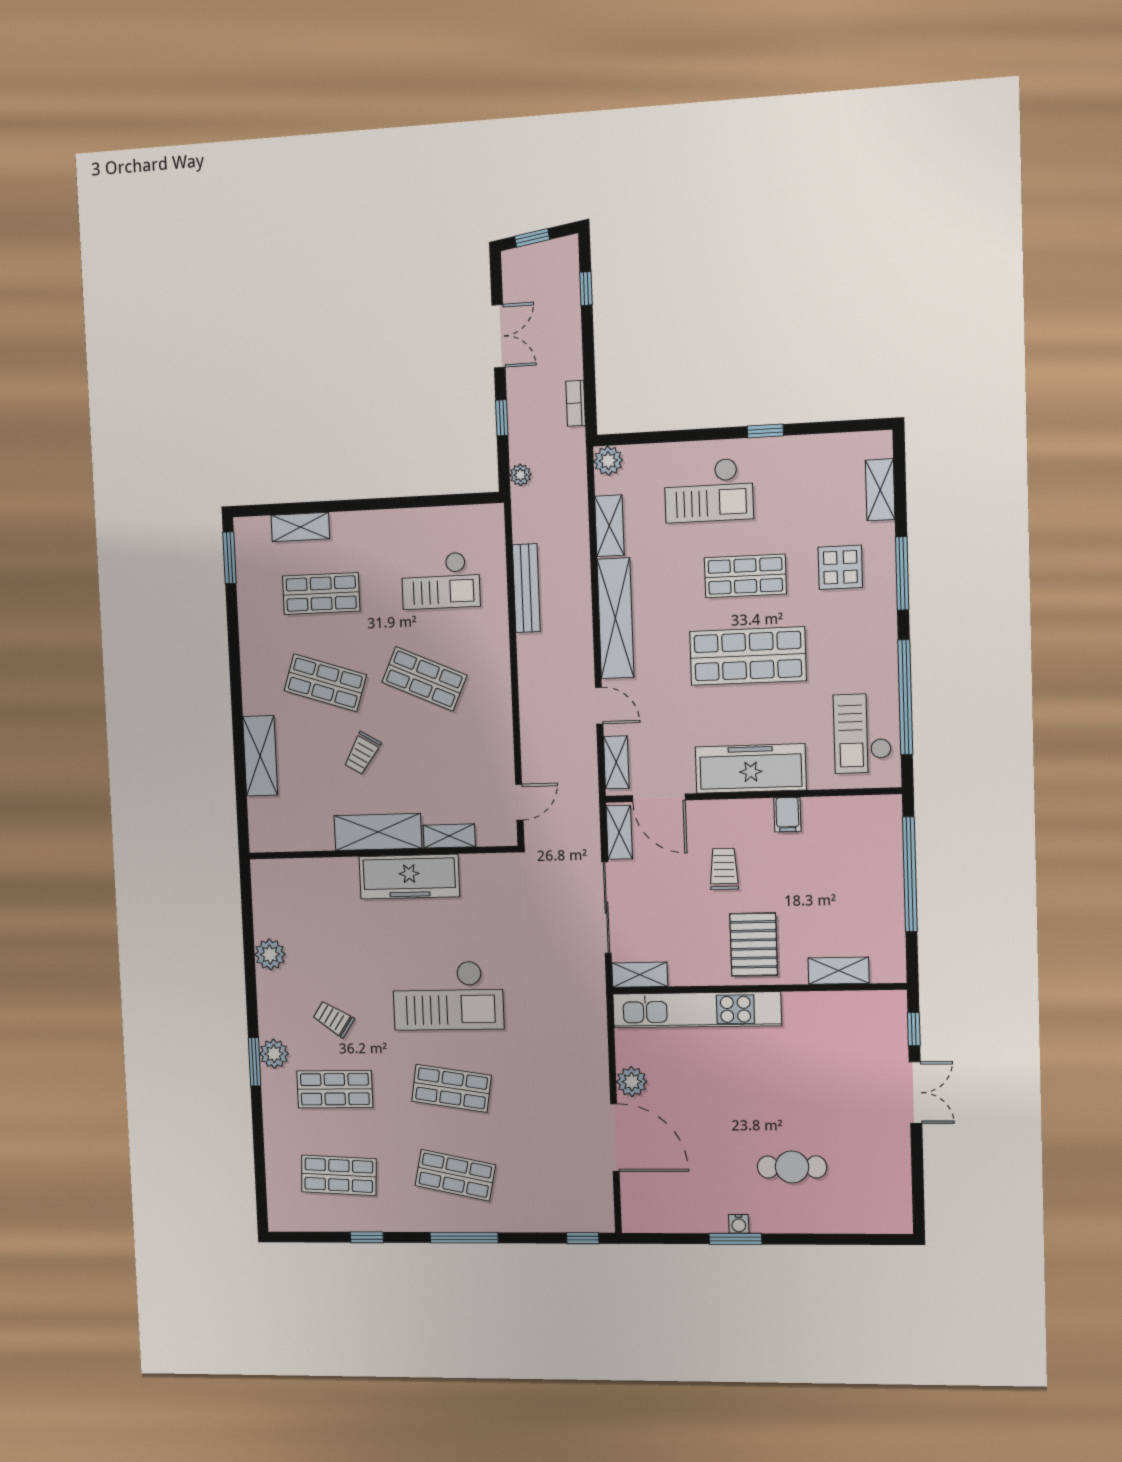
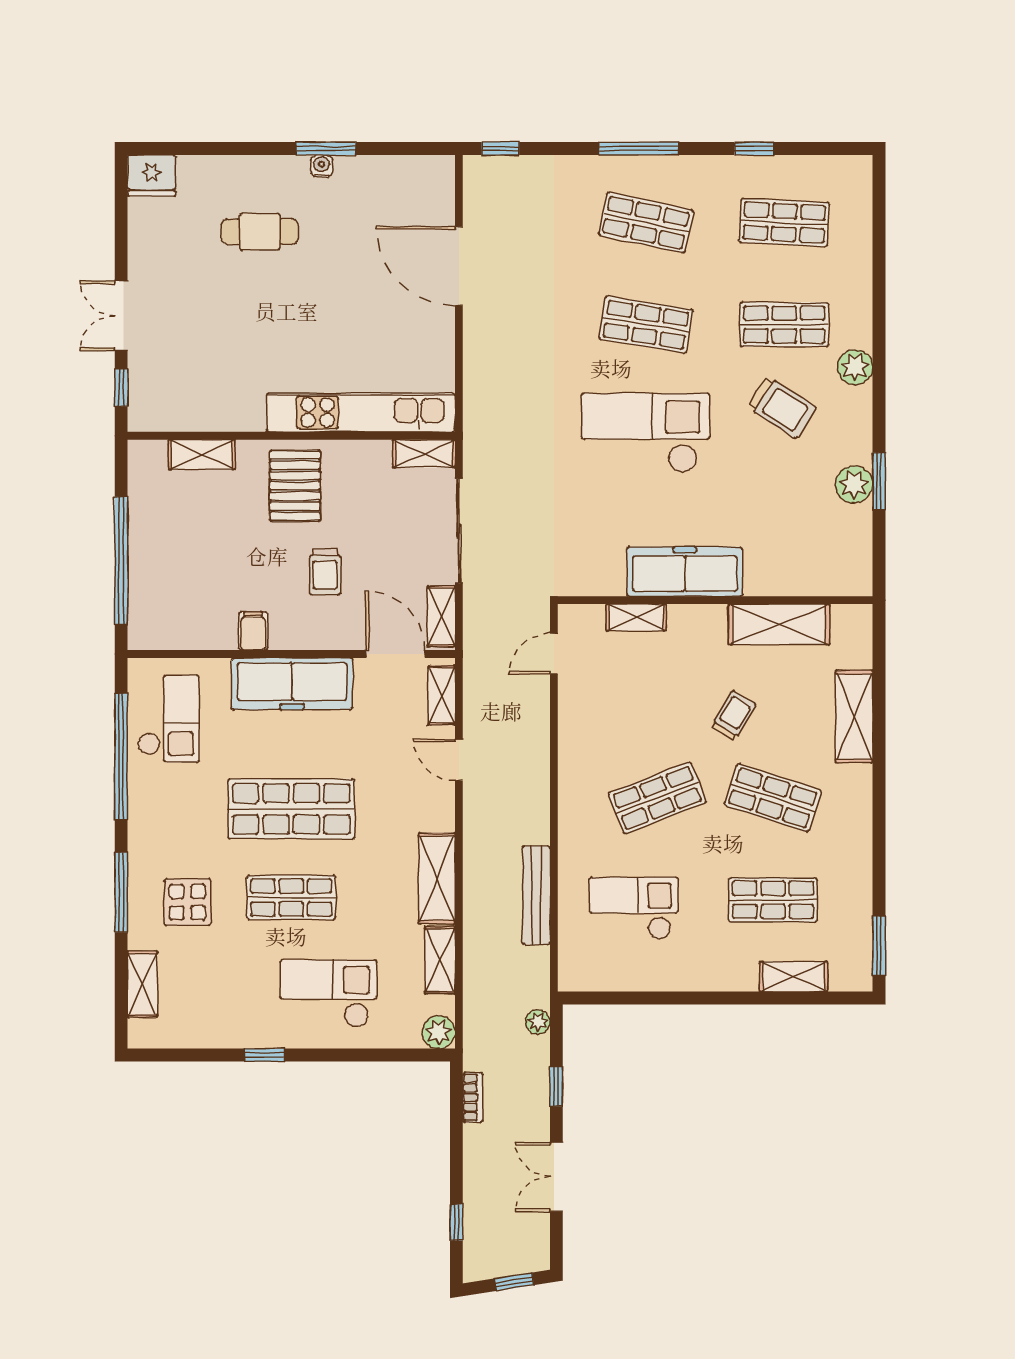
shelving: (615, 618) -> (437, 878), width x0.68
shop shelf: (424, 679) -> (657, 798), turned -45
shelving: (378, 832) -> (779, 624), moved
trolley: (333, 1019) -> (782, 407), width x1.36, depth x1.39
window: (255, 1062) -> (879, 481), moved
plant: (632, 1082) -> (437, 331), removed
fridge: (891, 1216) -> (152, 176), added

